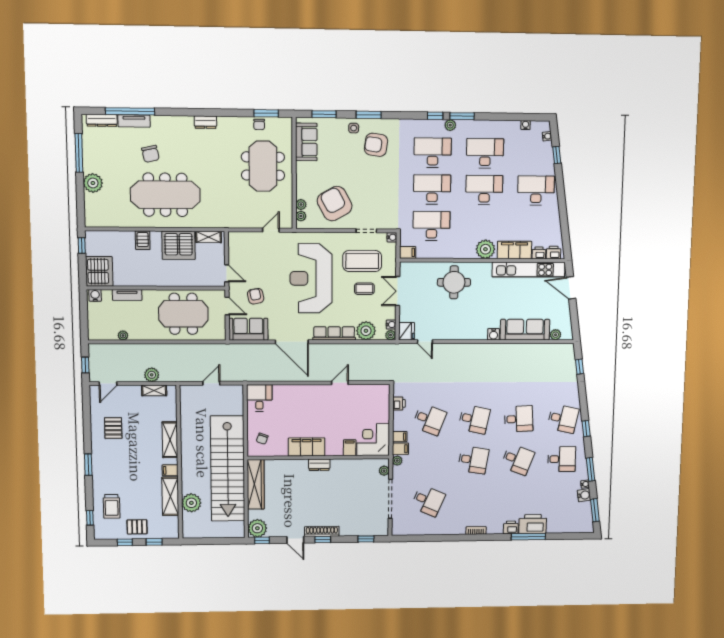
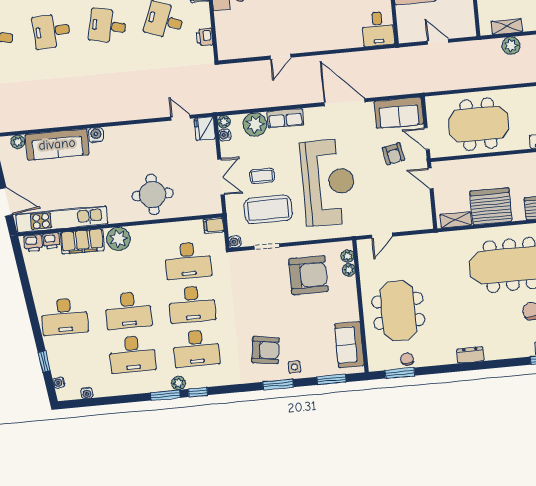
armchair: (335, 204) -> (308, 275), turned -61
row of seats: (334, 333) -> (285, 118), width x0.68
door: (211, 383) -> (438, 42), swing flipped

